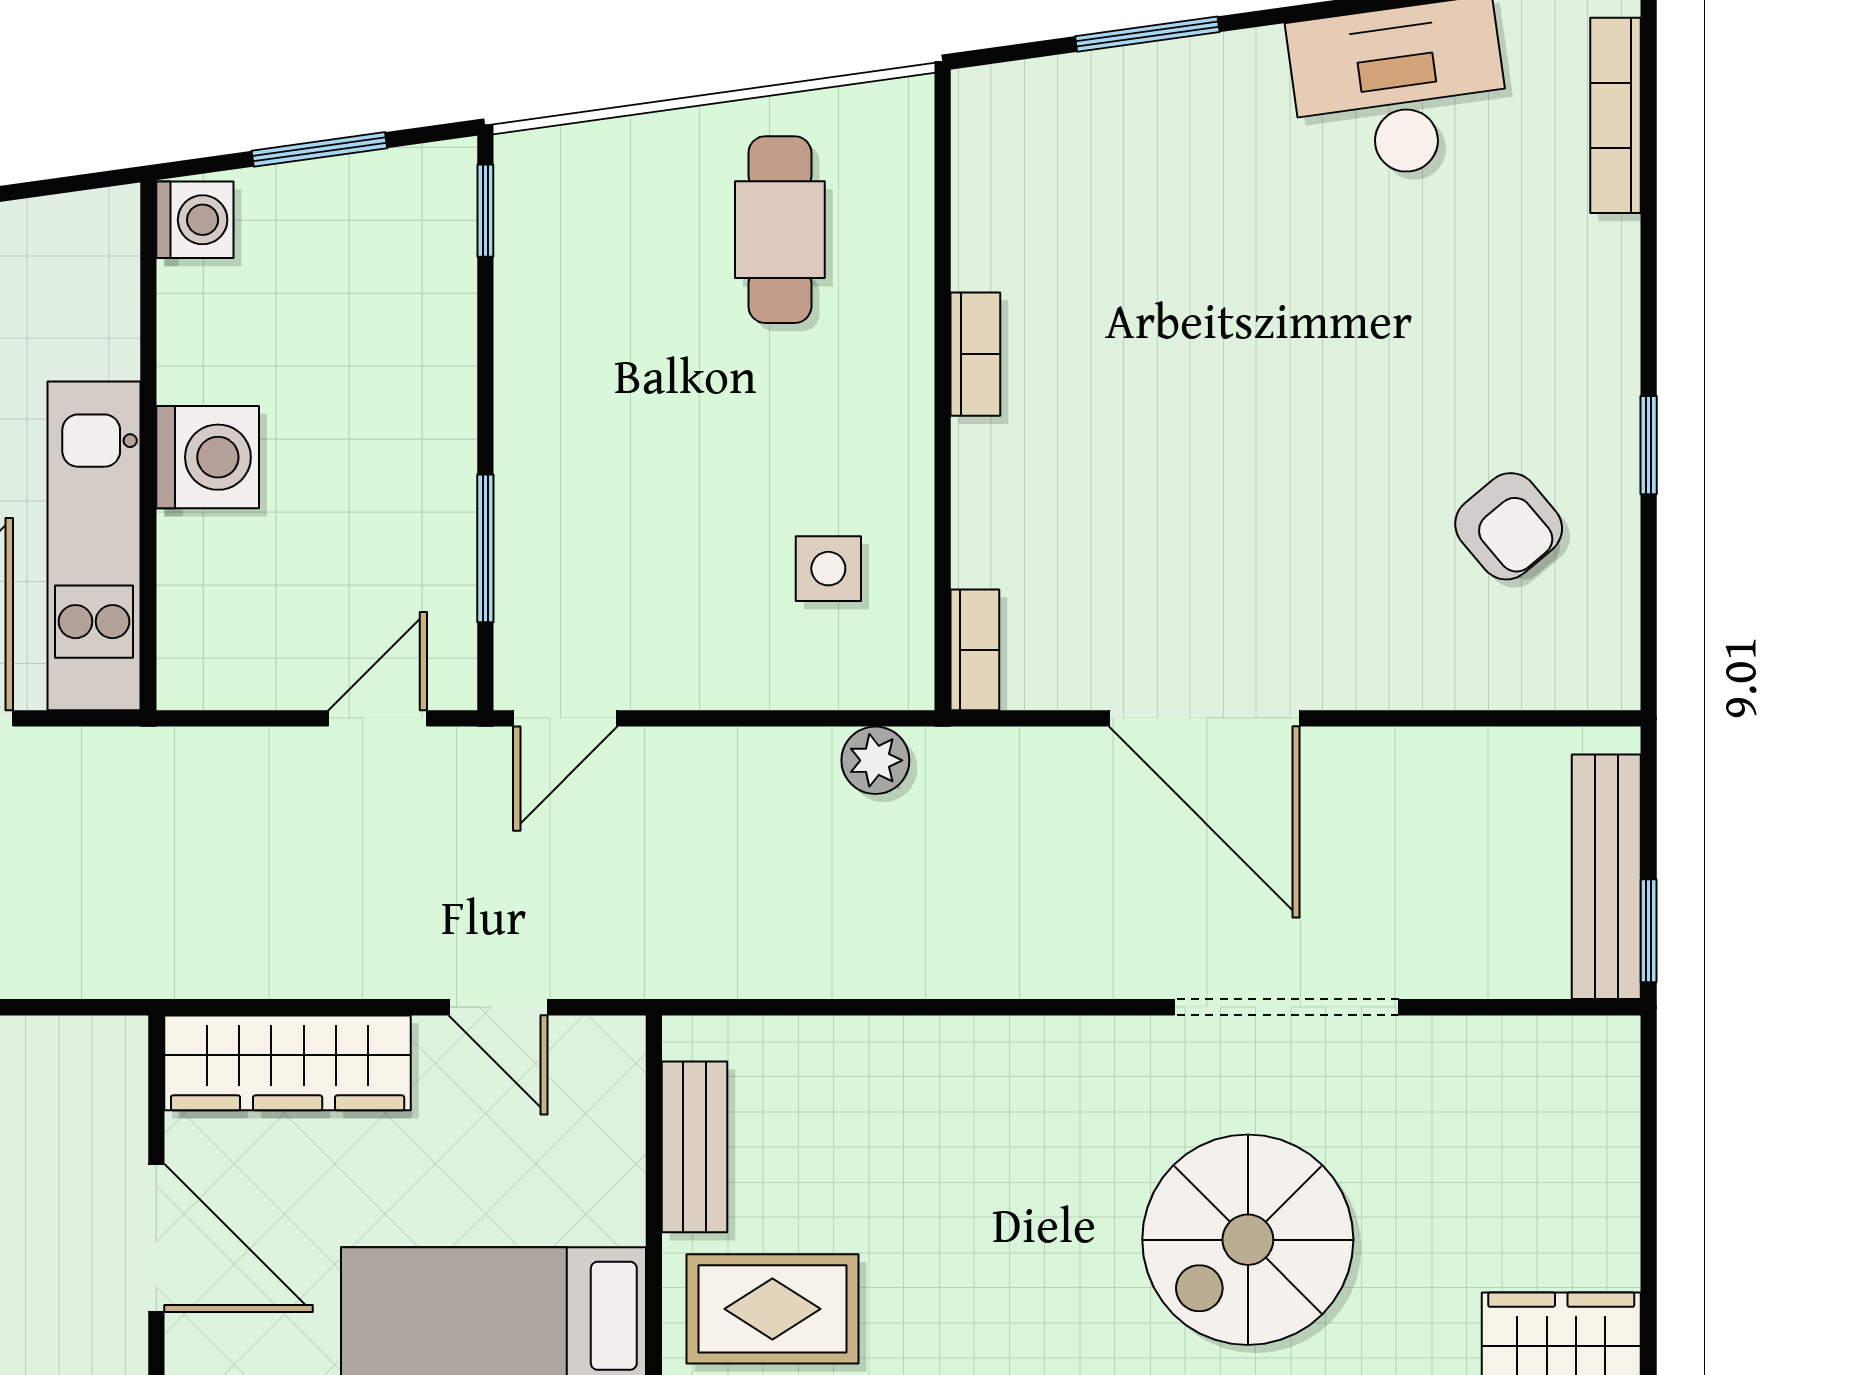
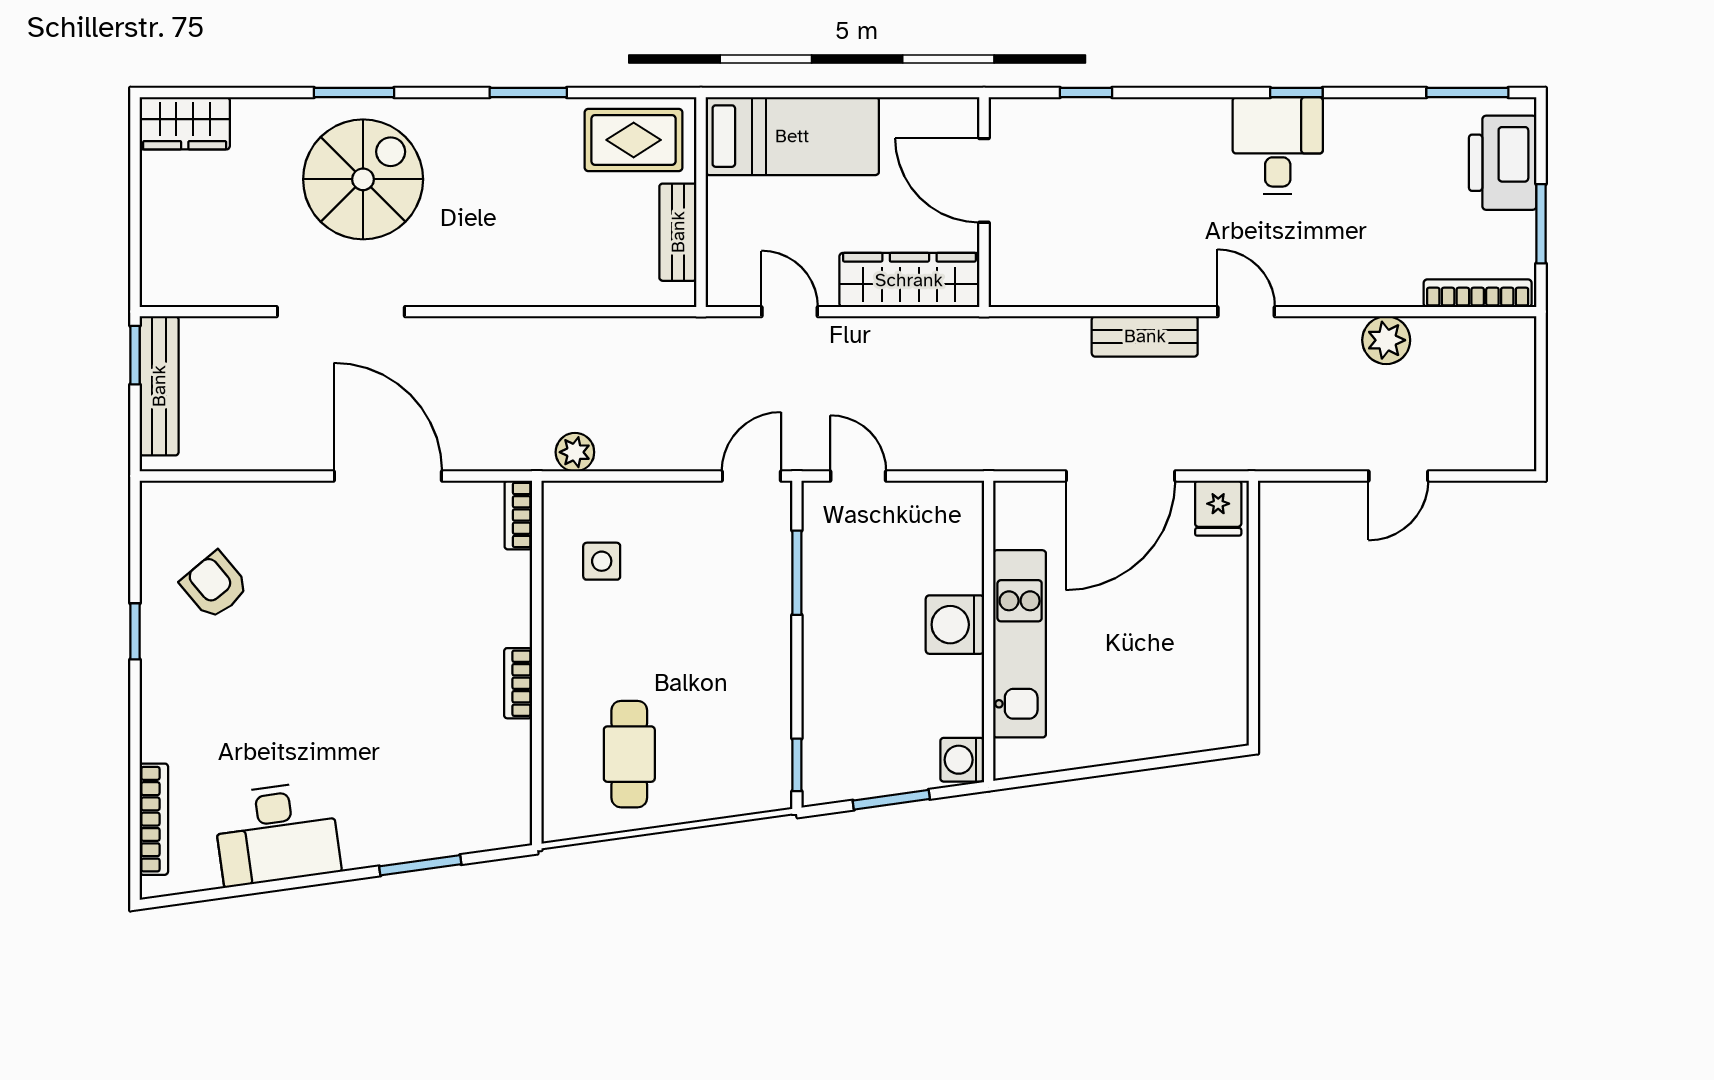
kitchen unit: (94, 546) -> (1020, 644), moved
door: (378, 718) -> (858, 476), swing flipped

